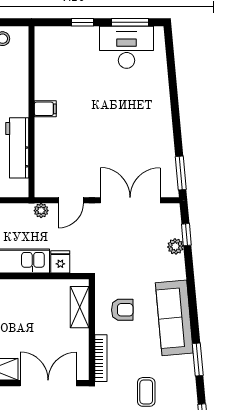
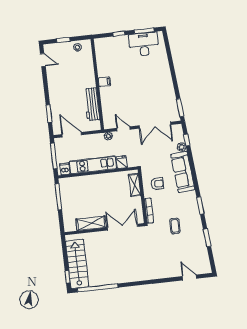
door: (71, 200) -> (123, 129), swing flipped
double door: (130, 200) -> (155, 125), swing flipped
sofa: (174, 318) -> (183, 172), moved

